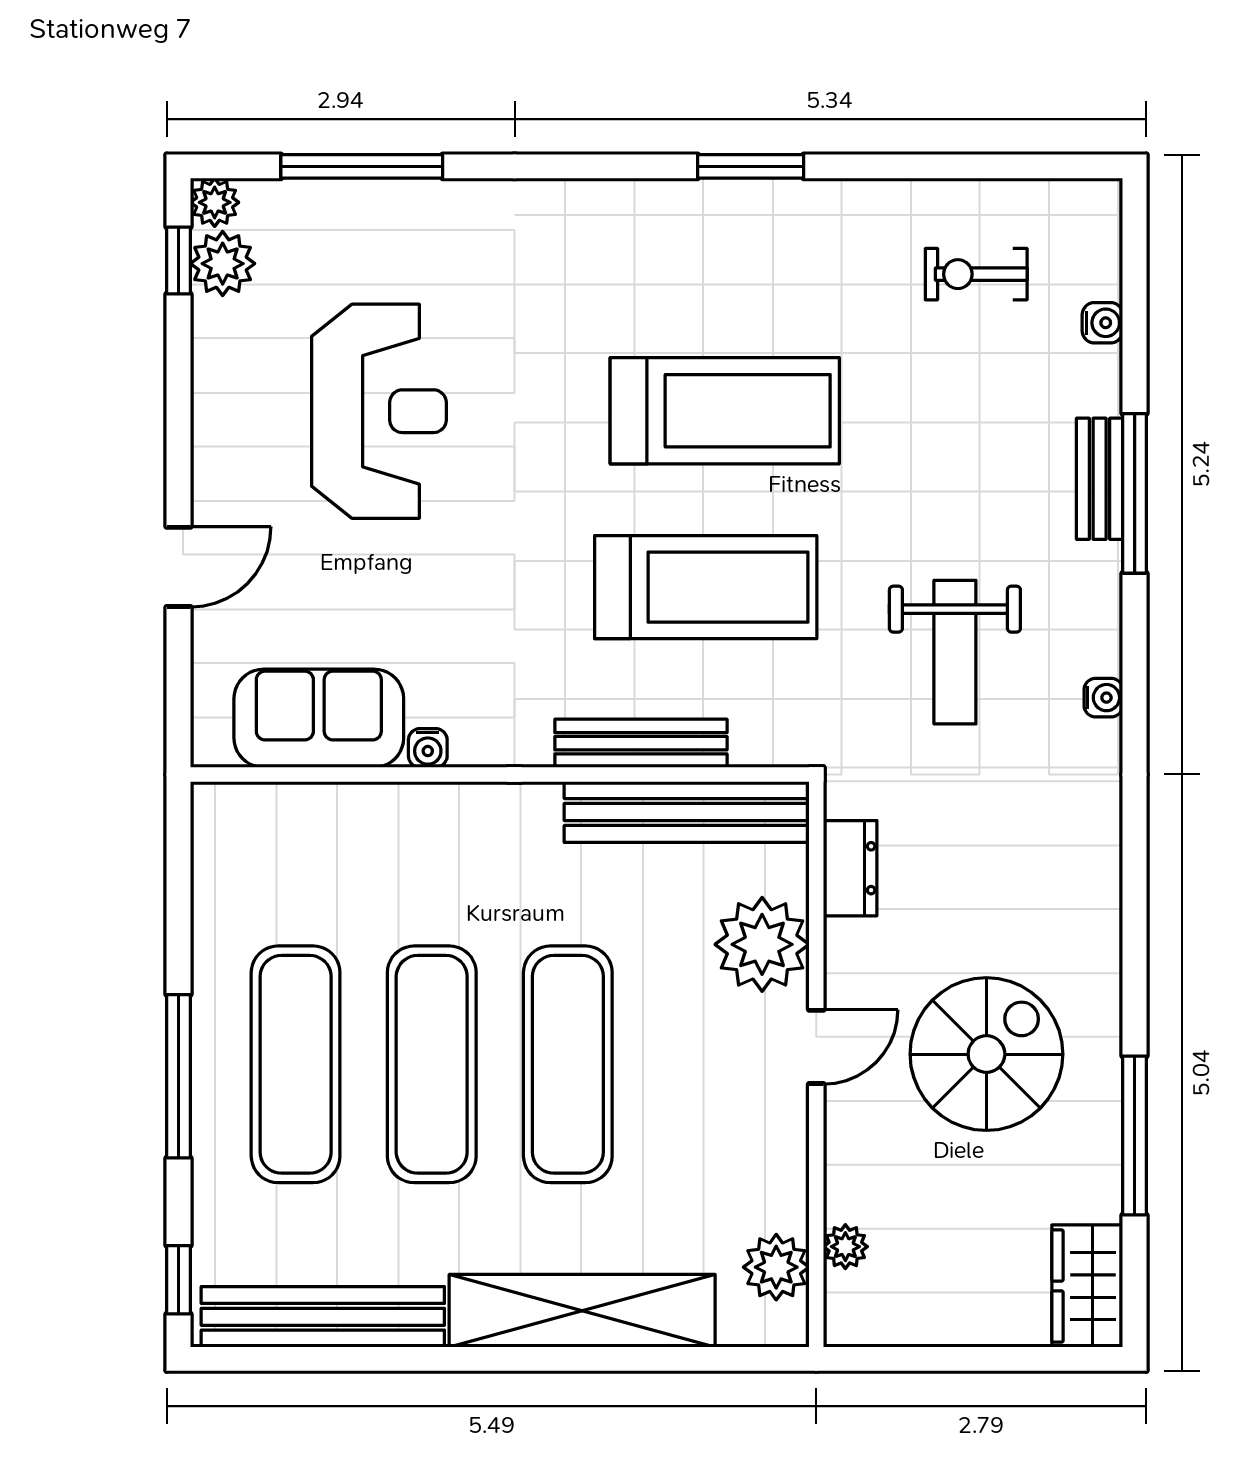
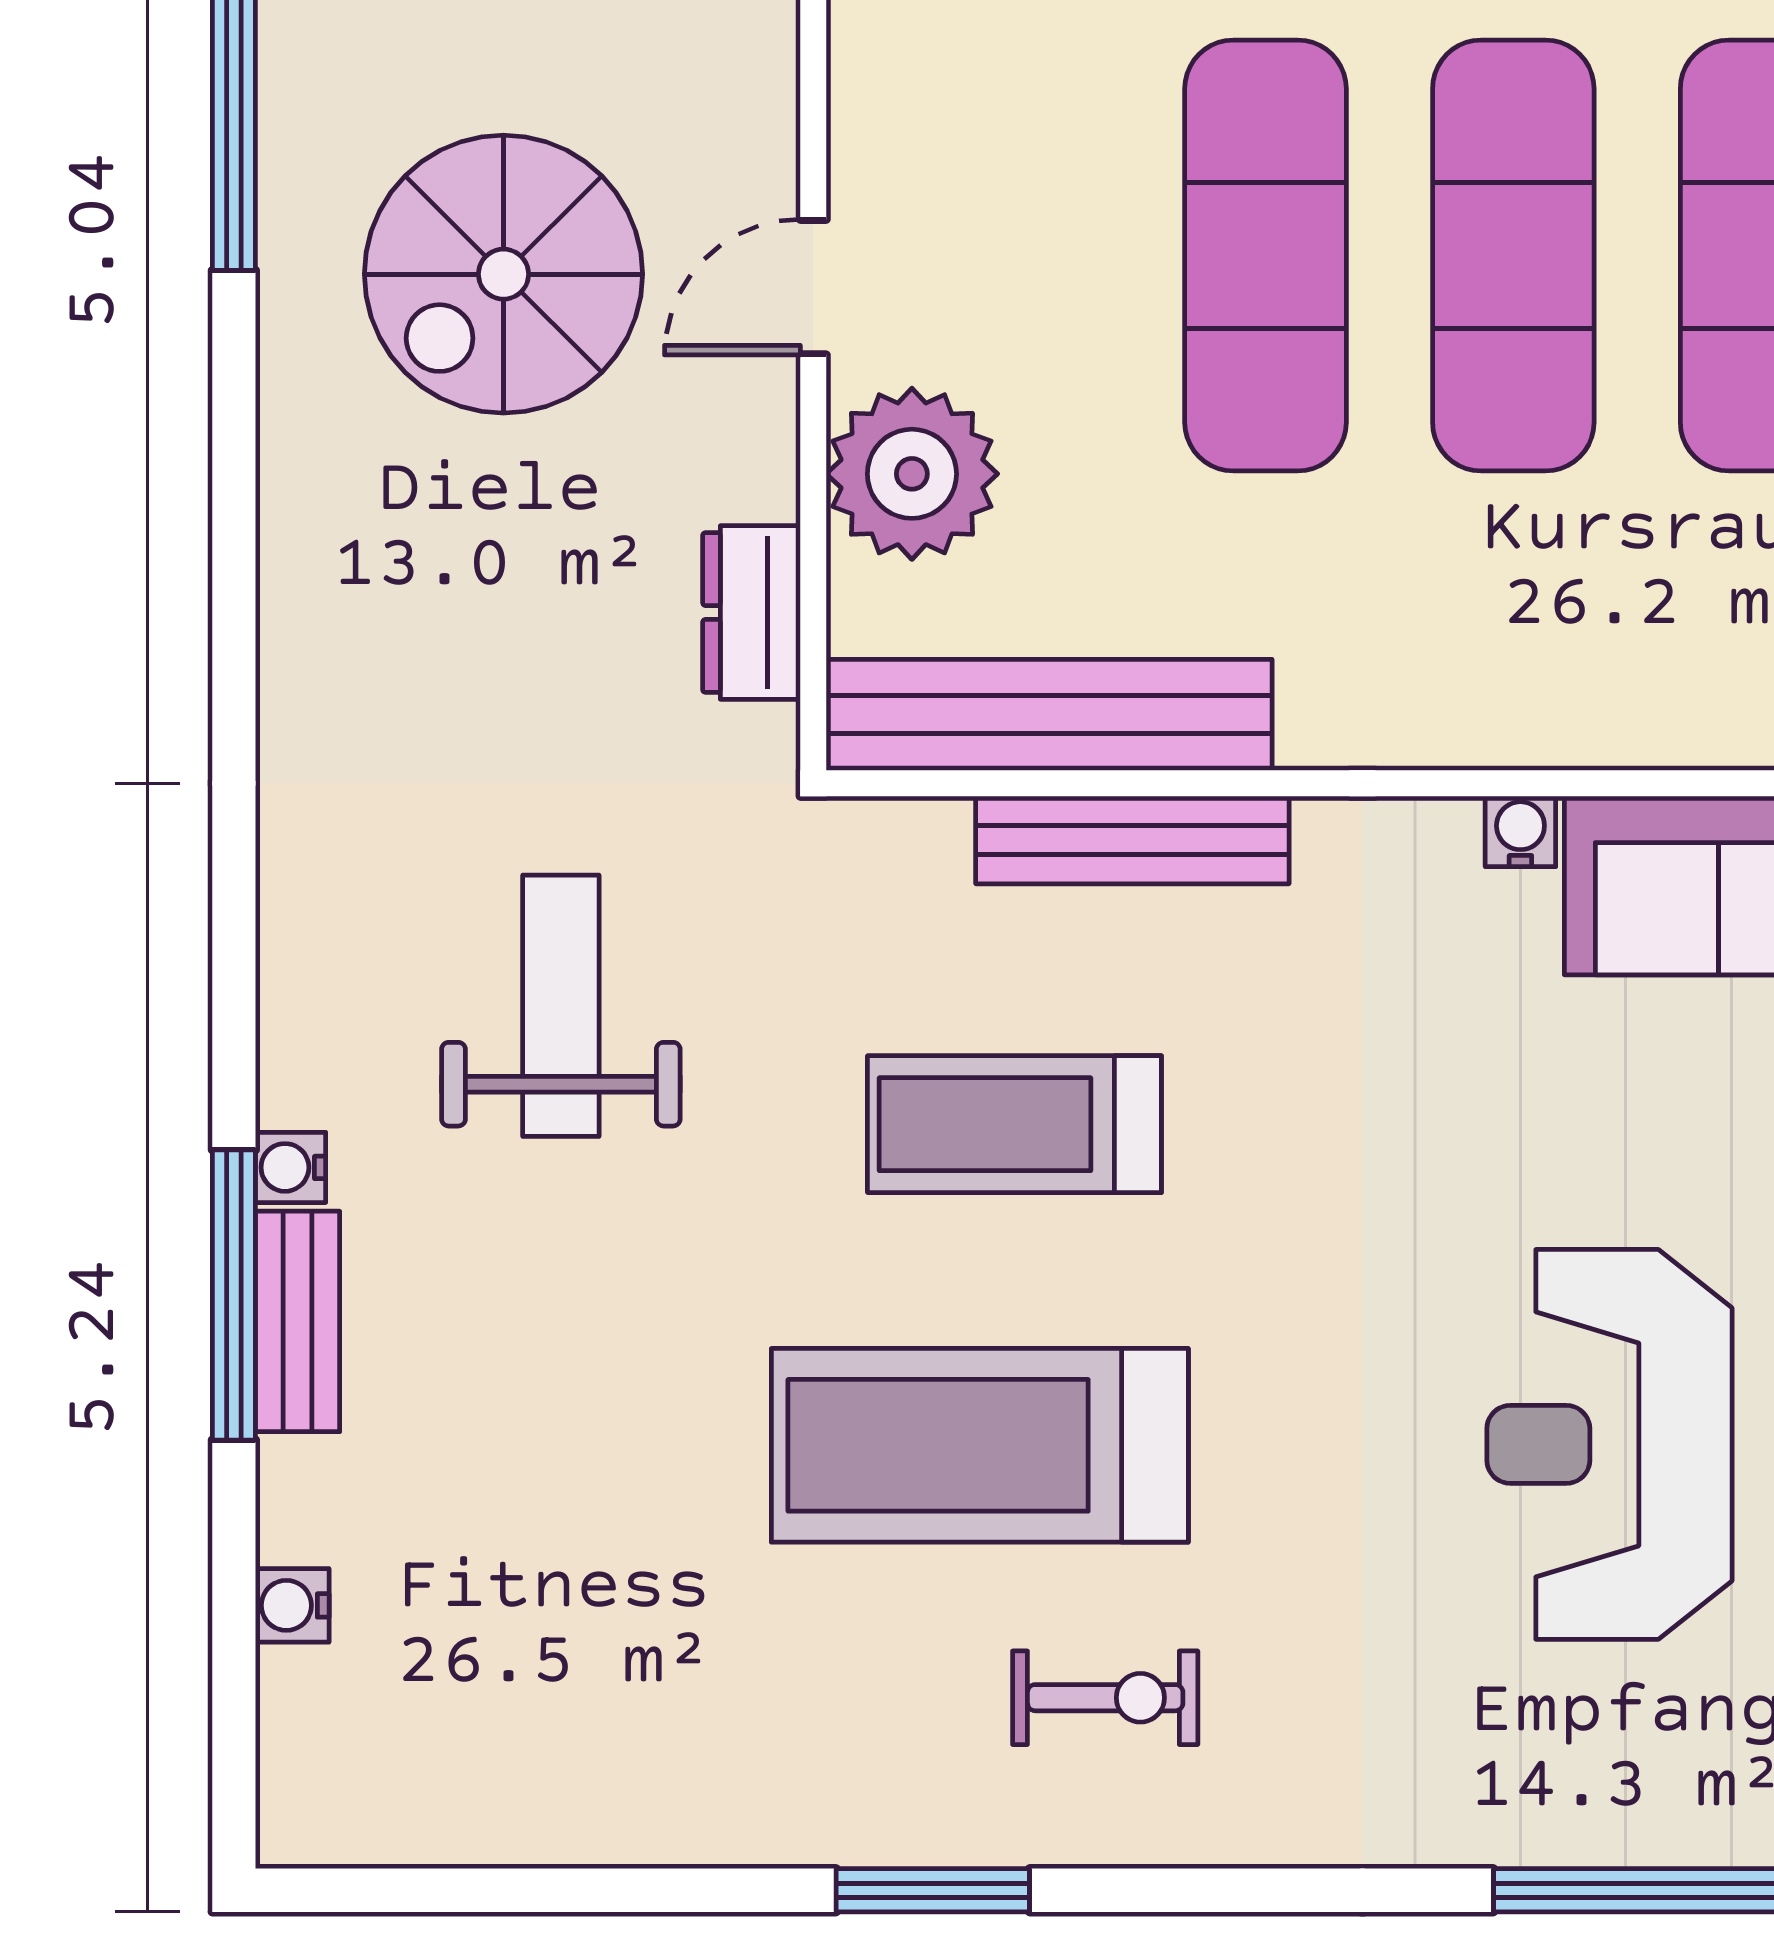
exercise bike: (976, 274) -> (1105, 1698), moved
treadmill: (706, 587) -> (1014, 1124), width x0.73, depth x0.73
water cooler: (1103, 698) -> (291, 1167), moved

